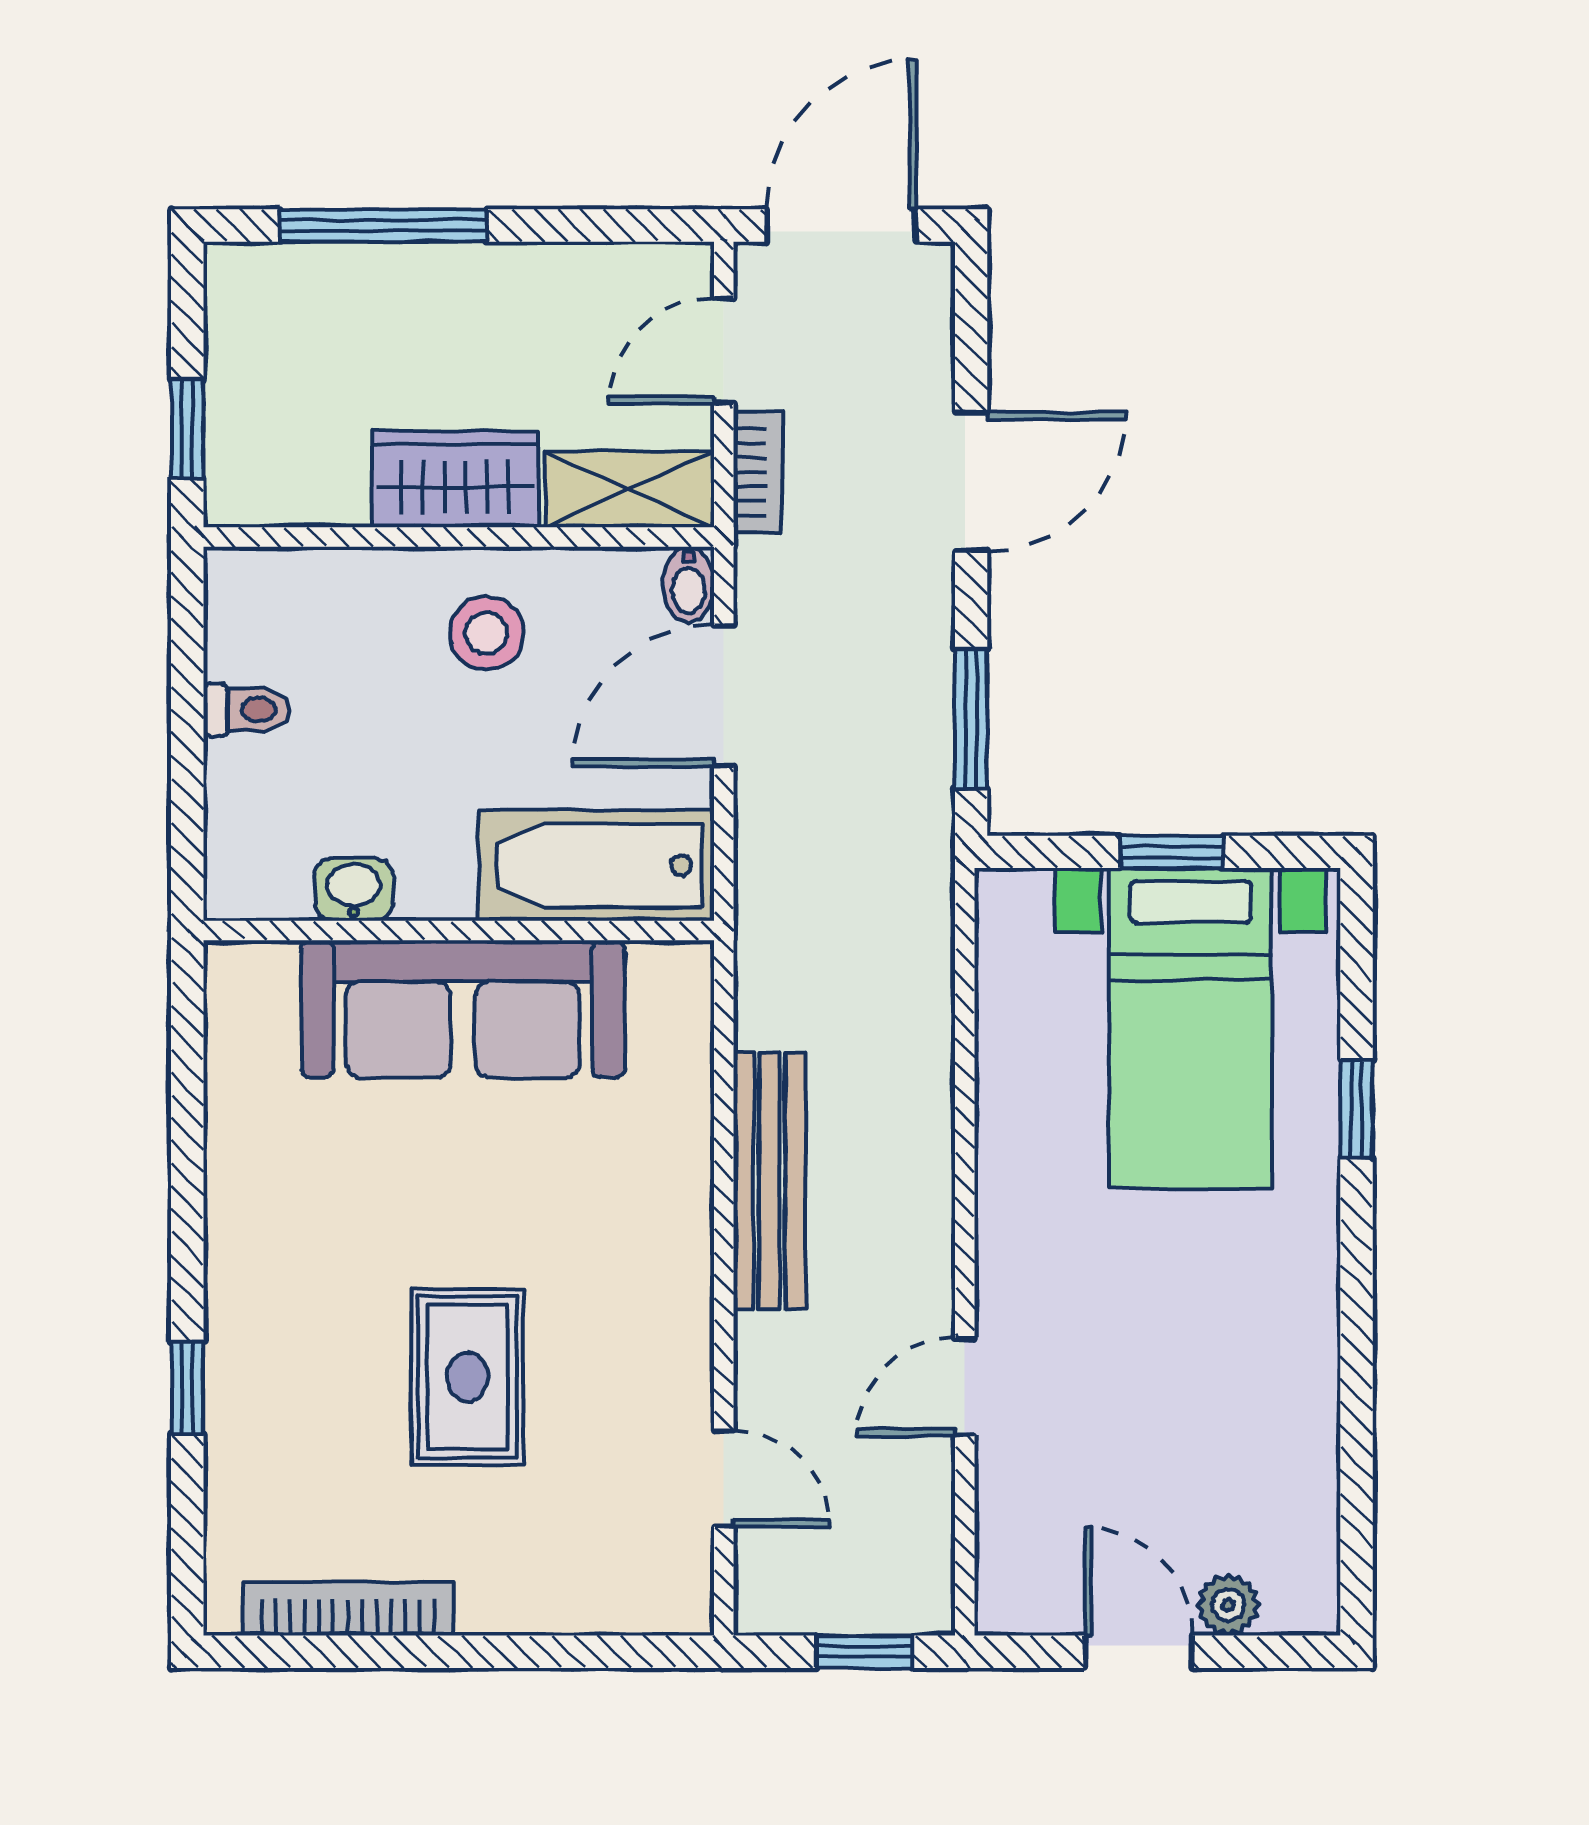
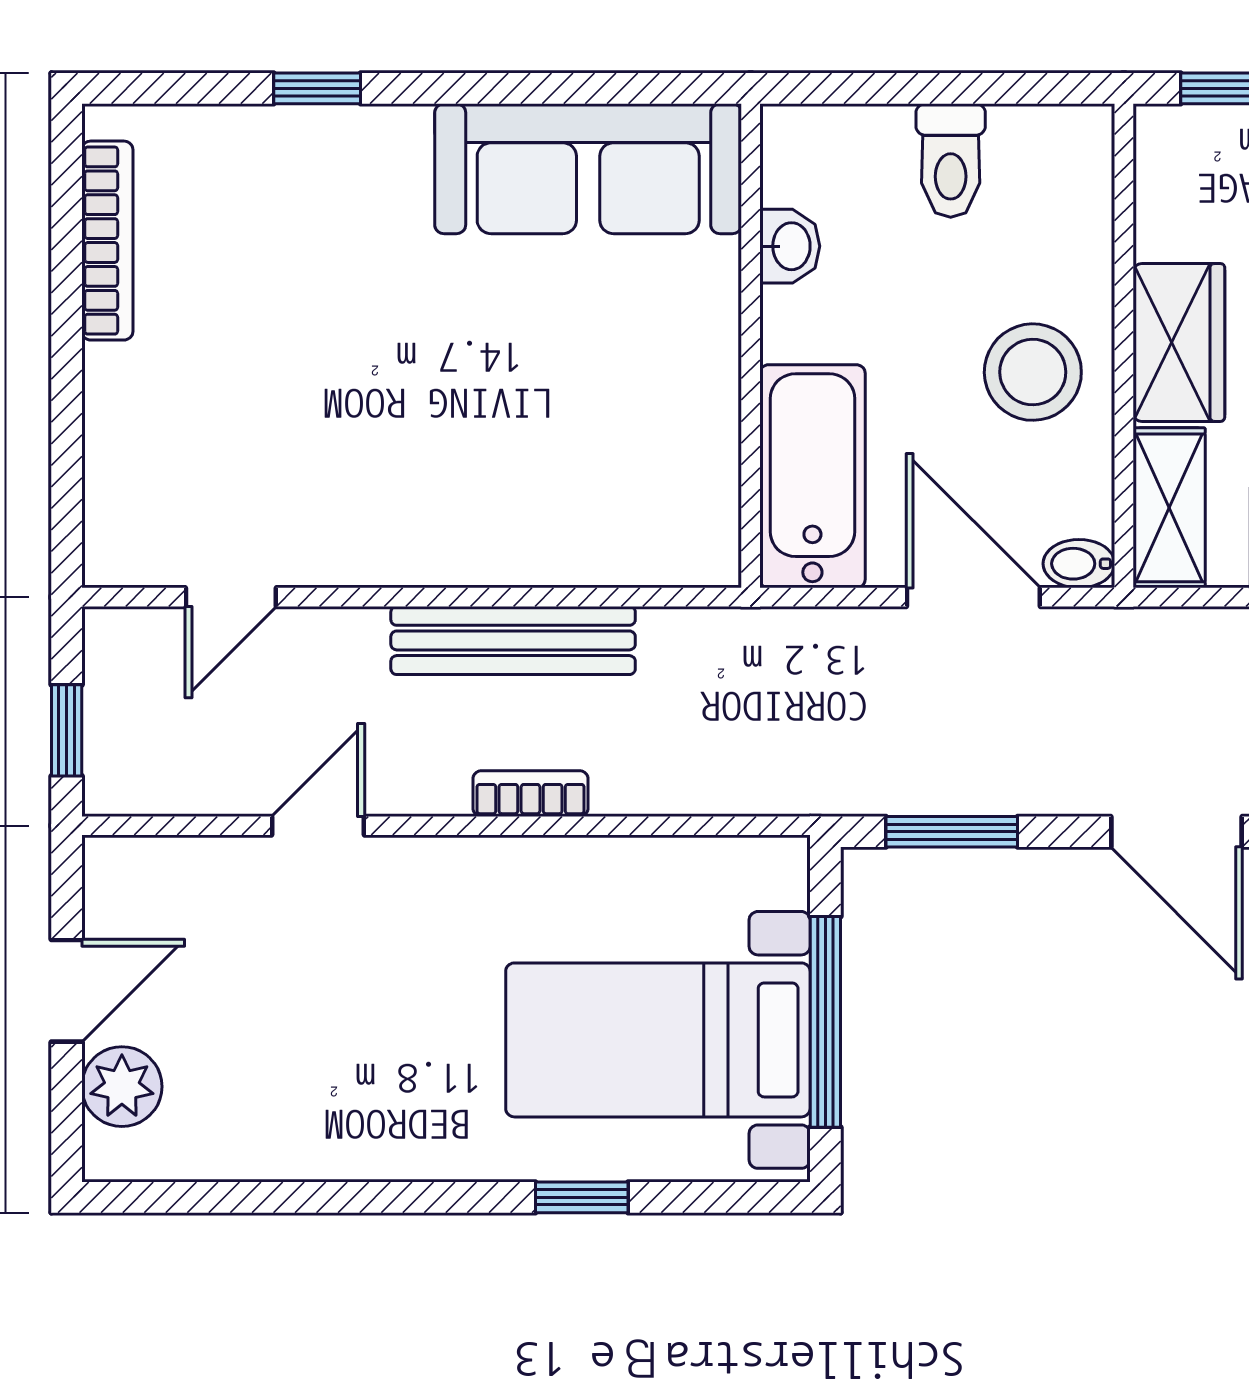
bookcase: (758, 472) -> (531, 794), moved, turned 180
stool: (486, 633) -> (1033, 372), width x1.38, depth x1.38
toilet: (247, 710) -> (951, 161), width x1.37, depth x1.39
window: (1172, 852) -> (825, 1022), width x2.17
sofa: (463, 1009) -> (588, 169), moved, turned -90
rug: (467, 1377) -> (327, 354), removed
door: (965, 1387) -> (318, 826), hinge flipped
plant: (1228, 1605) -> (122, 1087), width x1.38, depth x1.38

